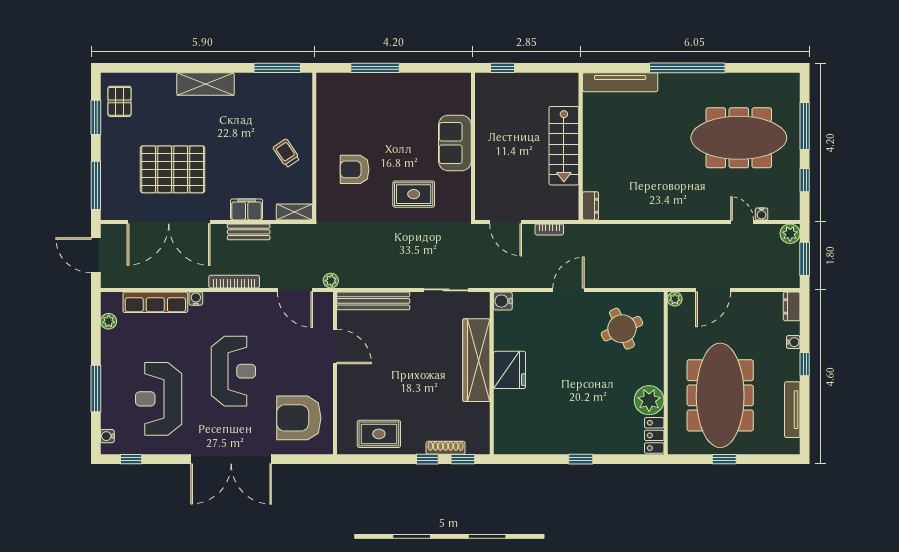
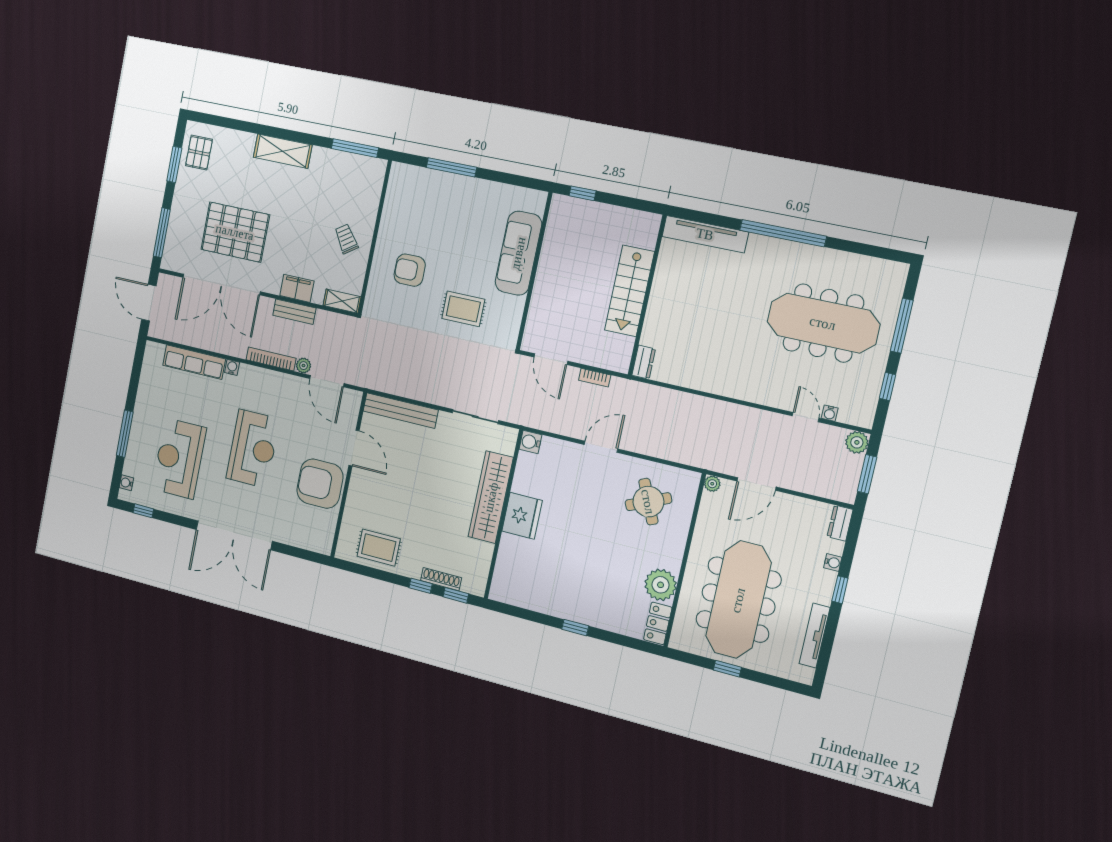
sofa: (455, 143) -> (518, 253), width x1.36
plant: (331, 281) -> (304, 366), moved
plant: (109, 321) -> (148, 371), removed
armchair: (299, 418) -> (320, 484), moved

